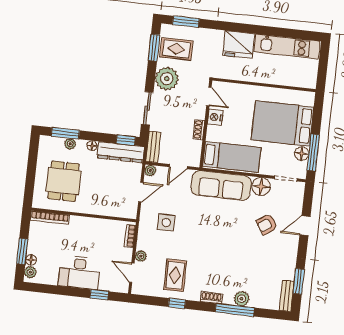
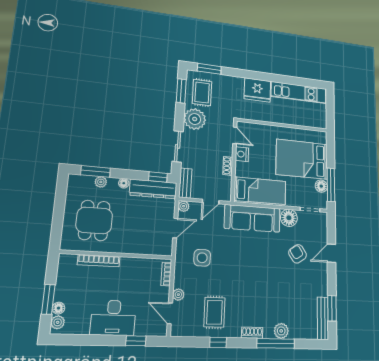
rug: (176, 49) -> (202, 93), turned 90
bookcase: (50, 217) -> (99, 261), moved
armchair: (267, 224) -> (298, 254), turned 89
bench: (287, 296) -> (323, 318), width x1.36

